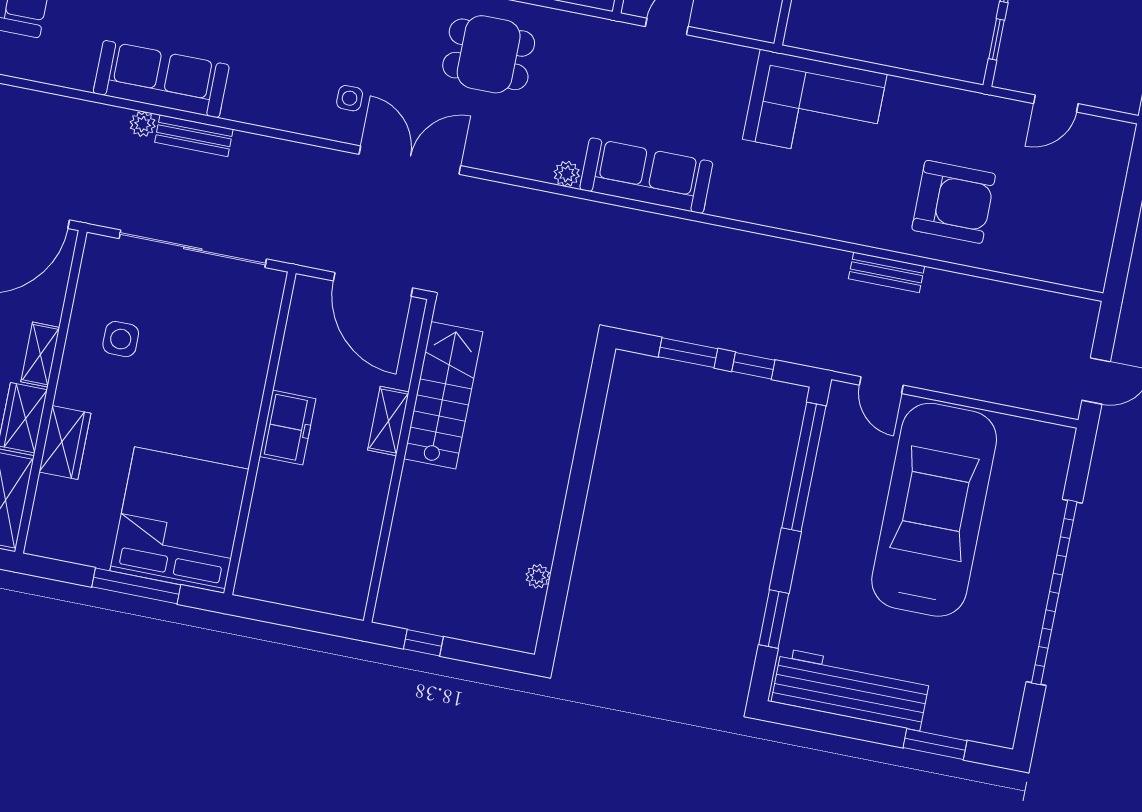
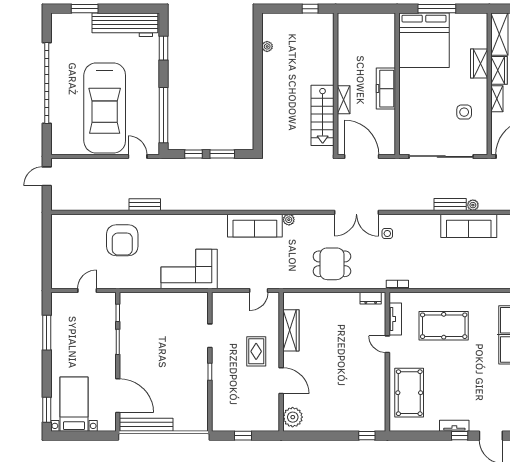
armchair: (954, 202) -> (122, 240), turned -90
freezer: (288, 428) -> (386, 89), width x1.40

